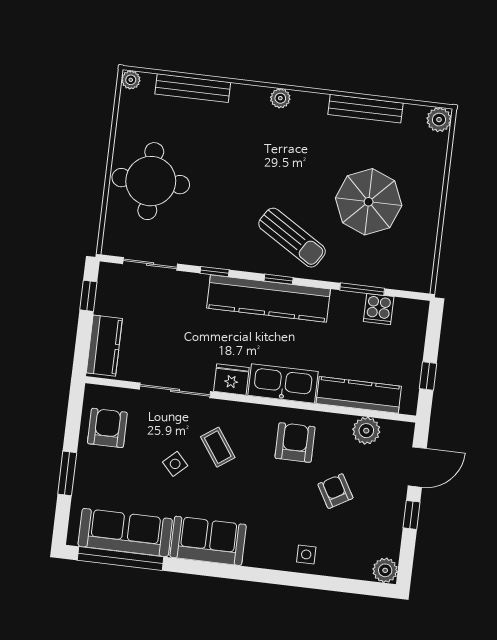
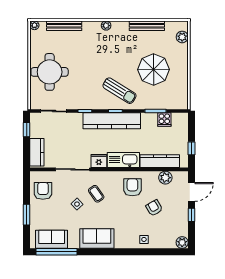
plant: (439, 120) -> (182, 37), moved
sofa: (125, 533) -> (52, 239), width x0.73

